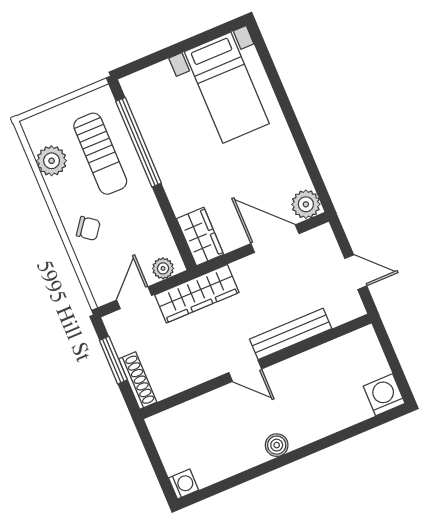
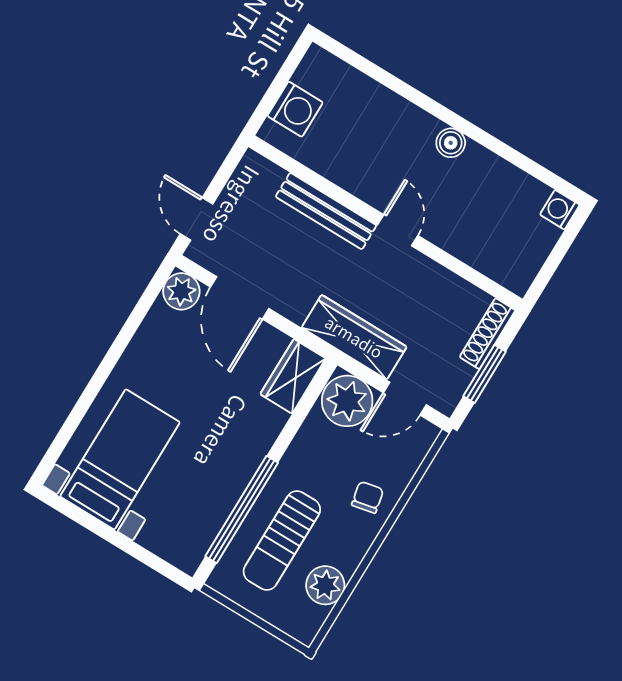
sun lounger: (100, 154) -> (282, 540), turned 180
chair: (88, 228) -> (368, 497), turned 41
plant: (163, 268) -> (347, 401), width x1.87, depth x1.87
door: (356, 272) -> (196, 219), moved
washing machine: (384, 395) -> (295, 109), moved, turned -90

